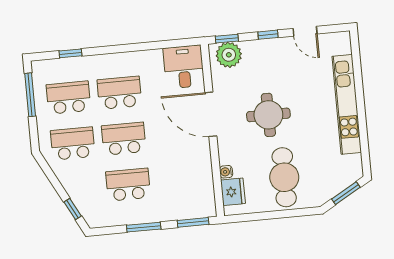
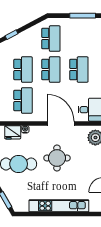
school desk: (68, 98) -> (23, 101), moved
door: (211, 114) -> (61, 123), hinge flipped

